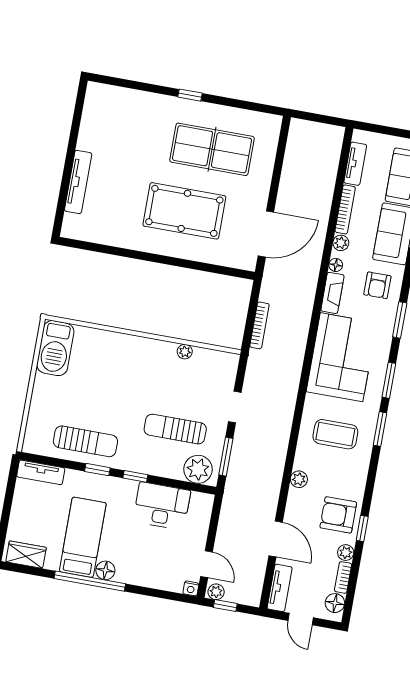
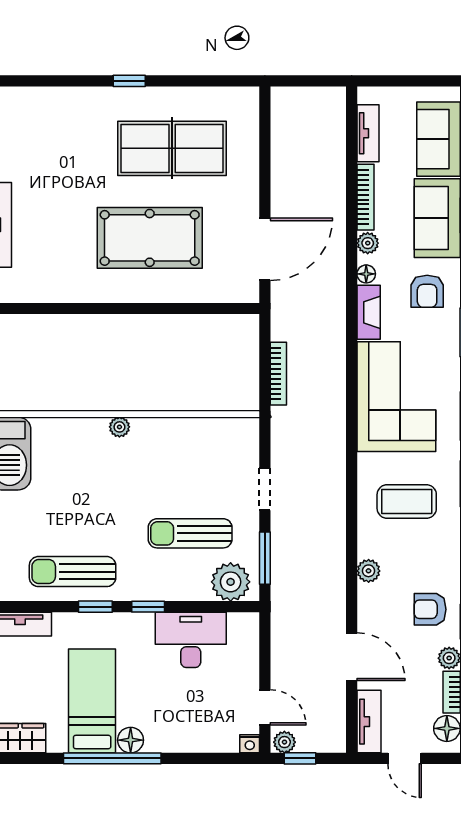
plant: (185, 352) -> (119, 427), moved
sun lounger: (85, 441) -> (73, 572), turned 180
armchair: (338, 515) -> (430, 609), width x0.72, depth x0.72

